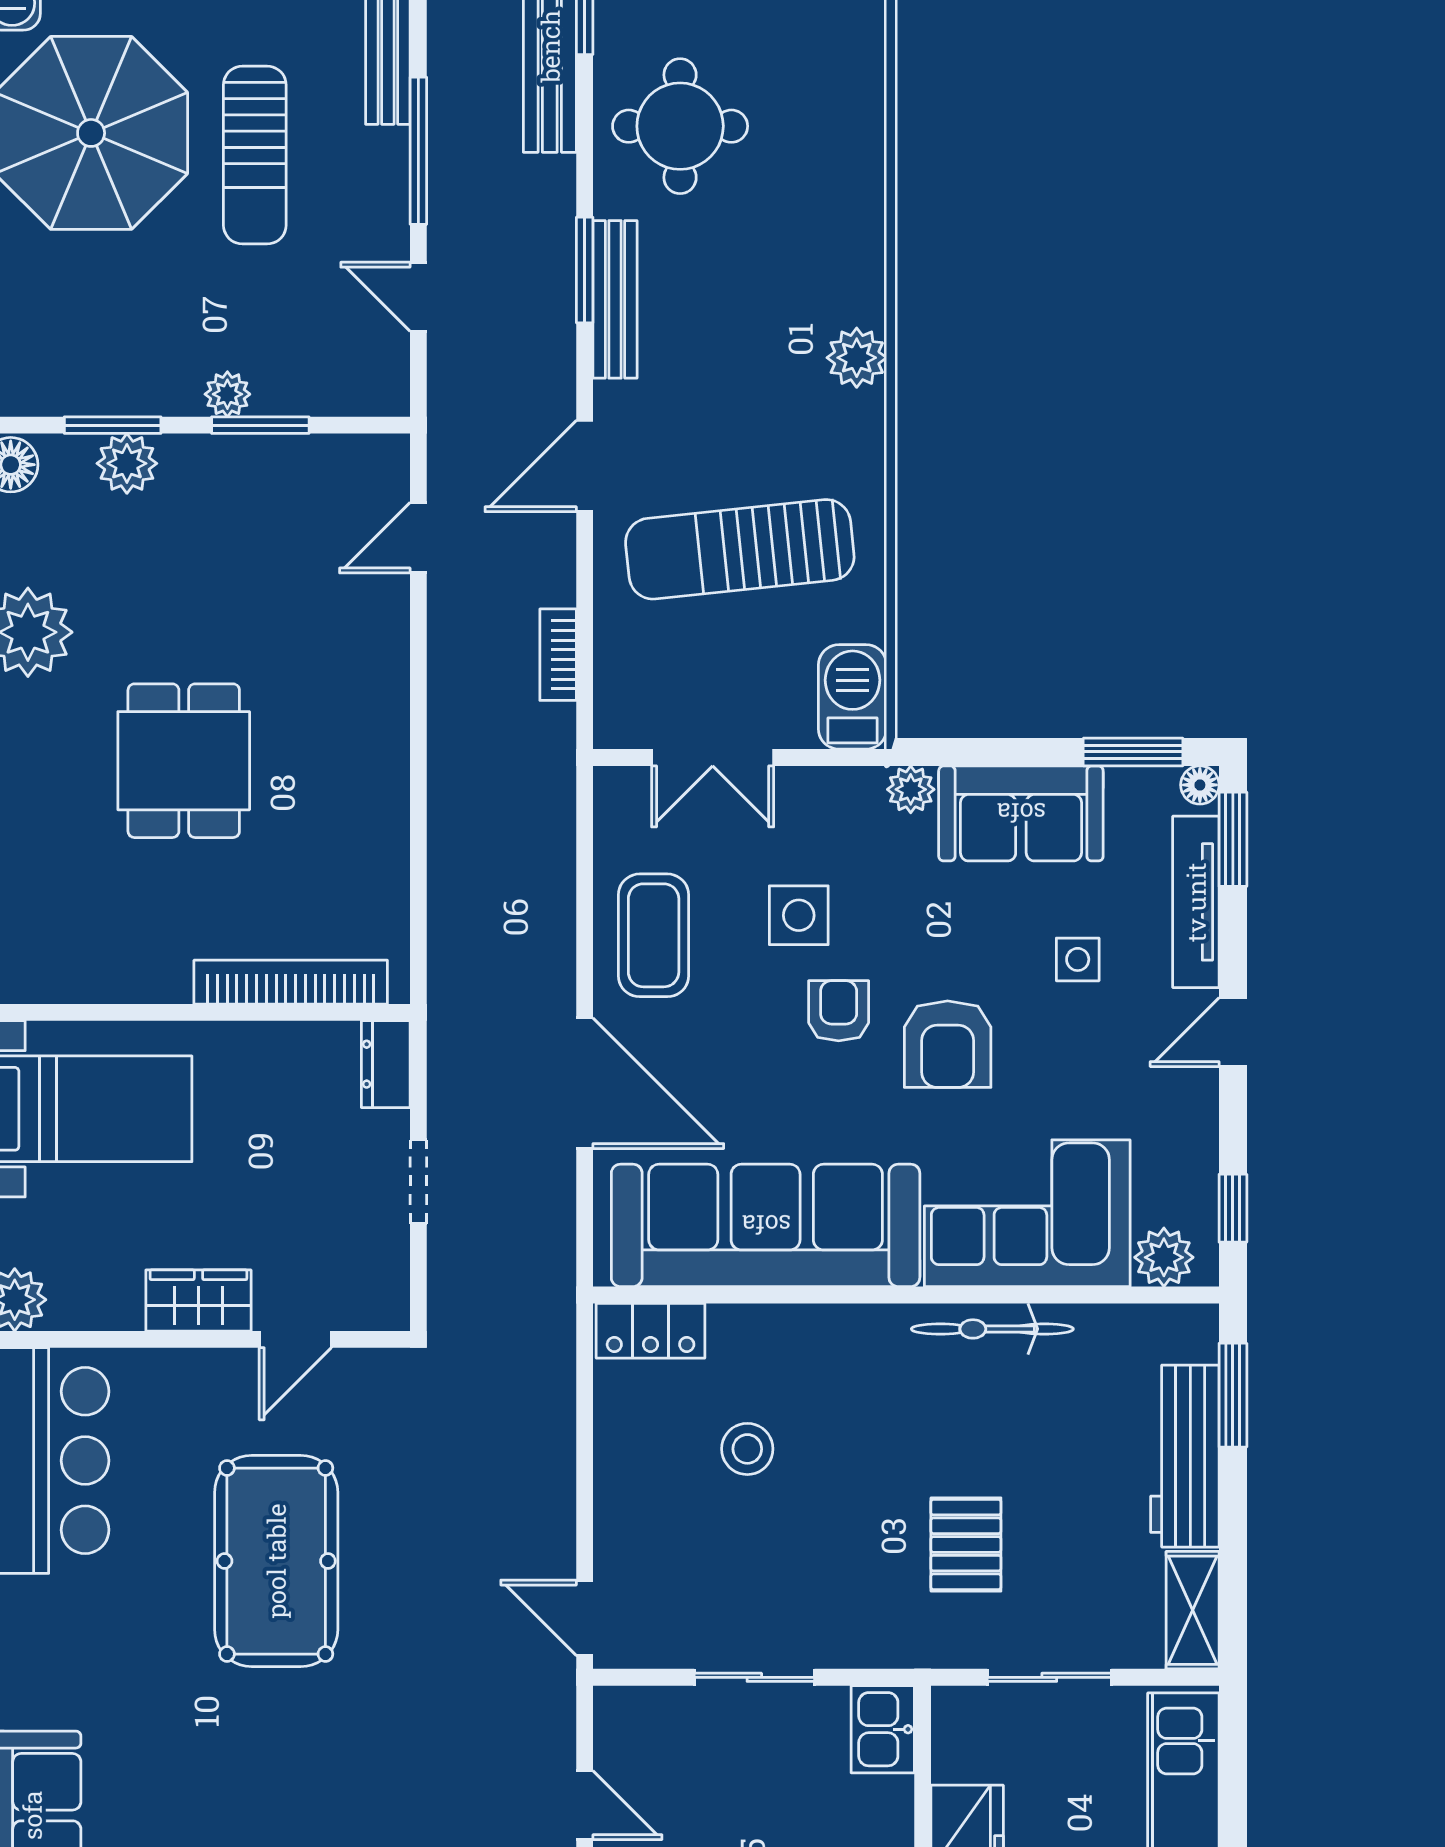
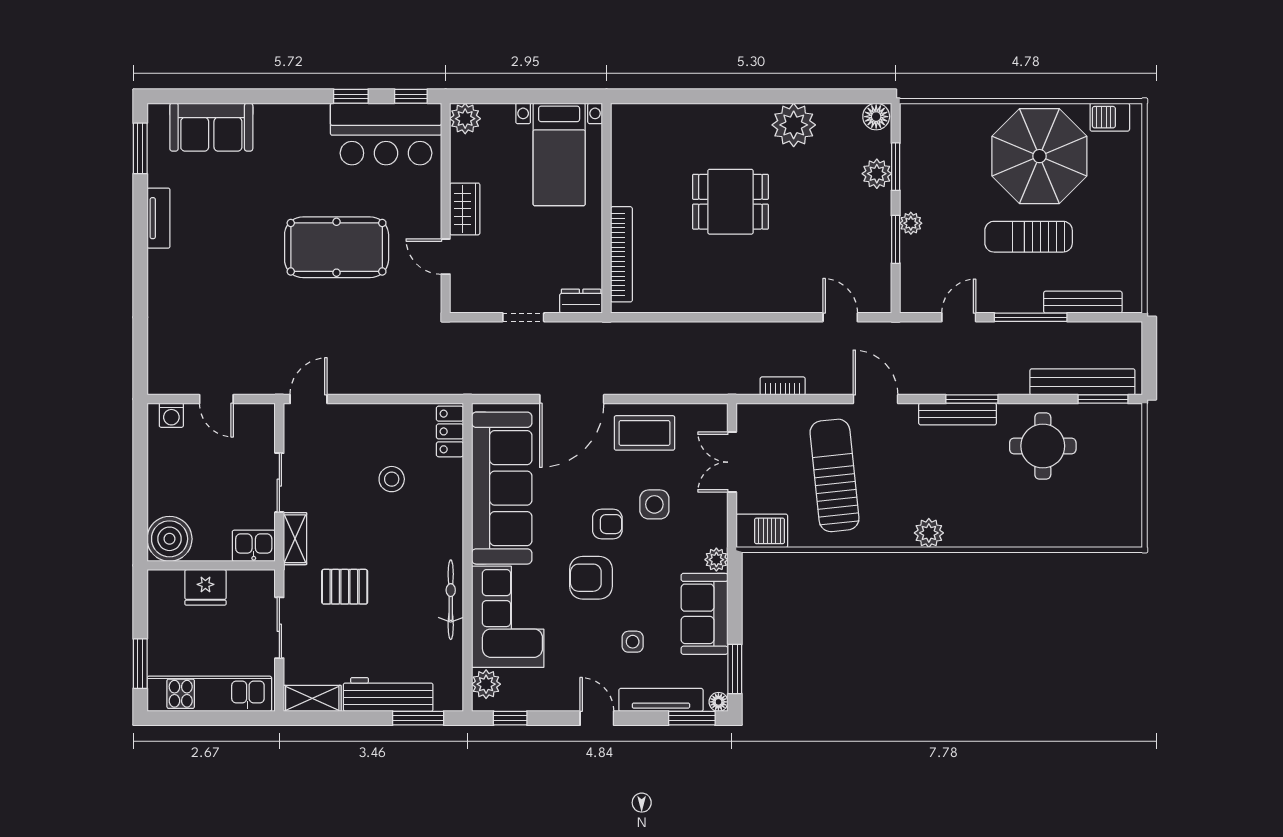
shelving: (868, 1645) -> (295, 539), added
door: (585, 1805) -> (216, 399), hinge flipped

